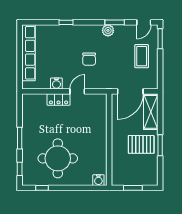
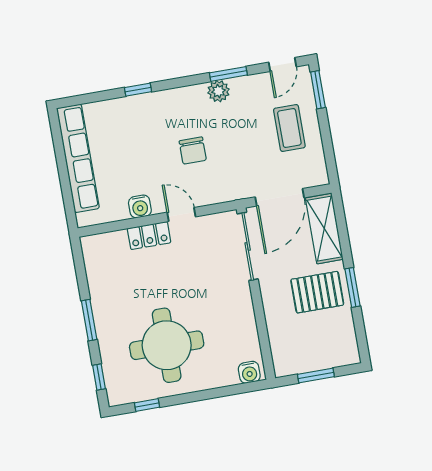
door: (77, 91) -> (181, 214), hinge flipped
sliding door: (109, 114) -> (248, 246), added

